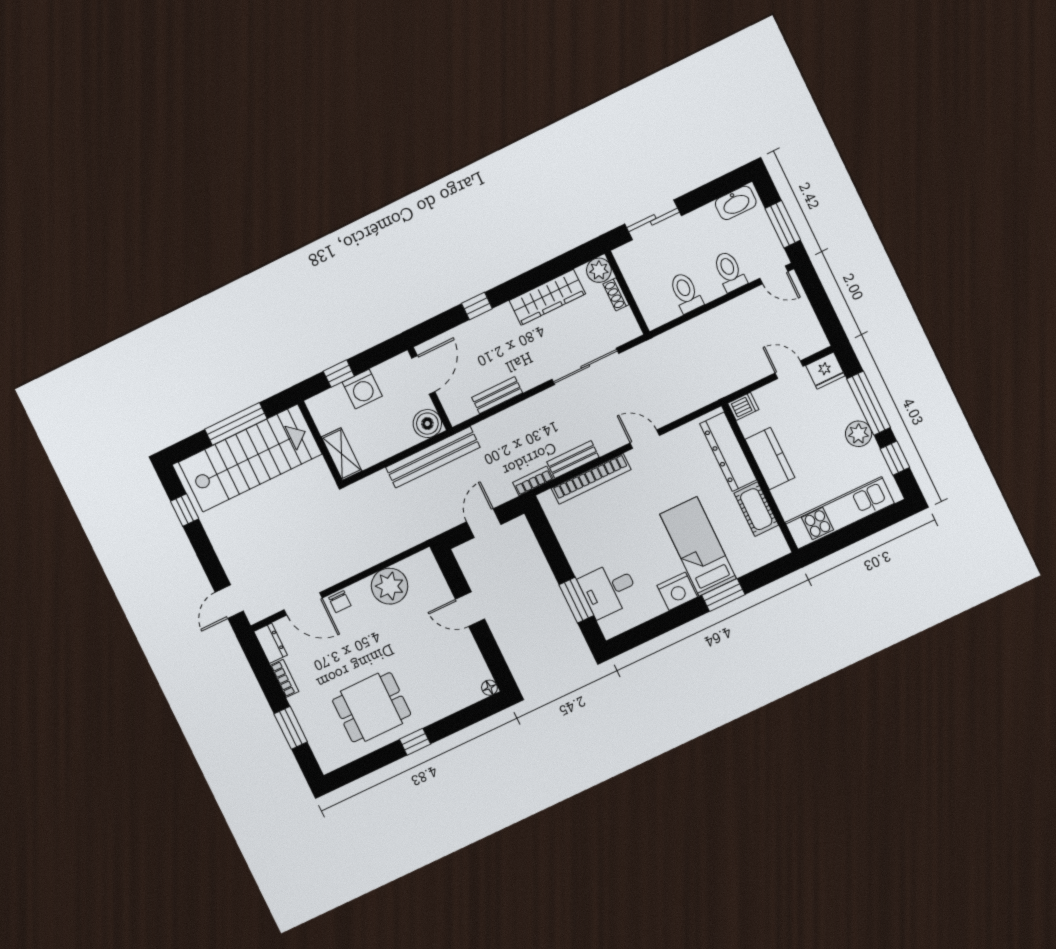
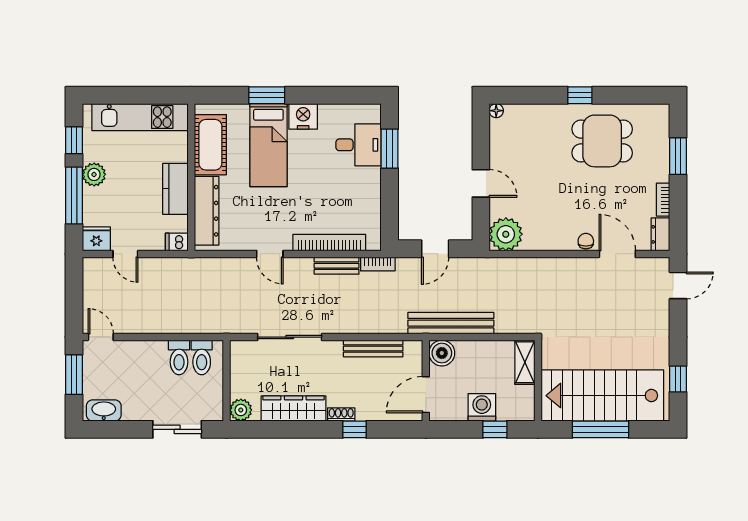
toilet: (730, 271) -> (202, 357), moved
shoe rack: (616, 294) -> (341, 414), moved, turned -90
bench: (497, 395) -> (373, 348), width x1.36
cot: (756, 509) -> (210, 145), width x1.37, depth x1.34
plant: (390, 586) -> (506, 234), moved

